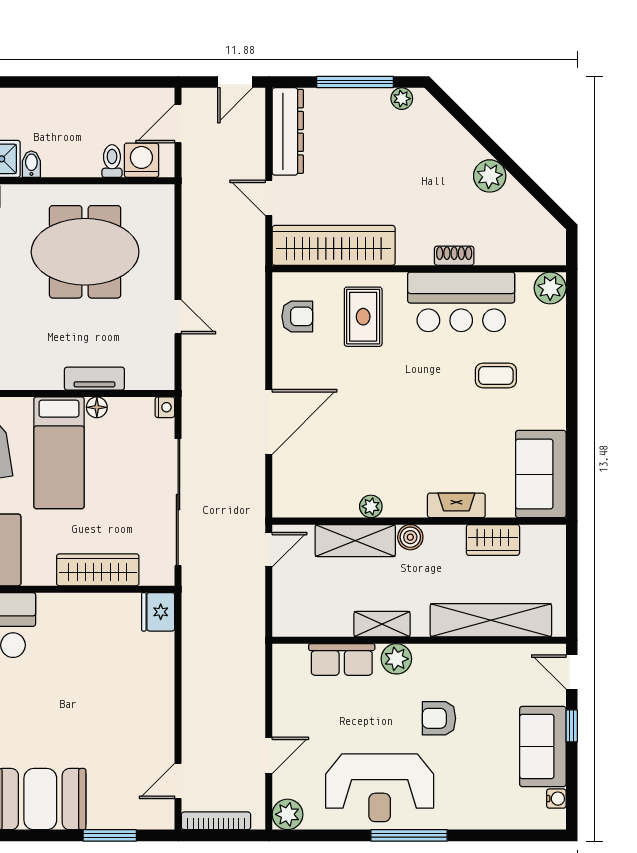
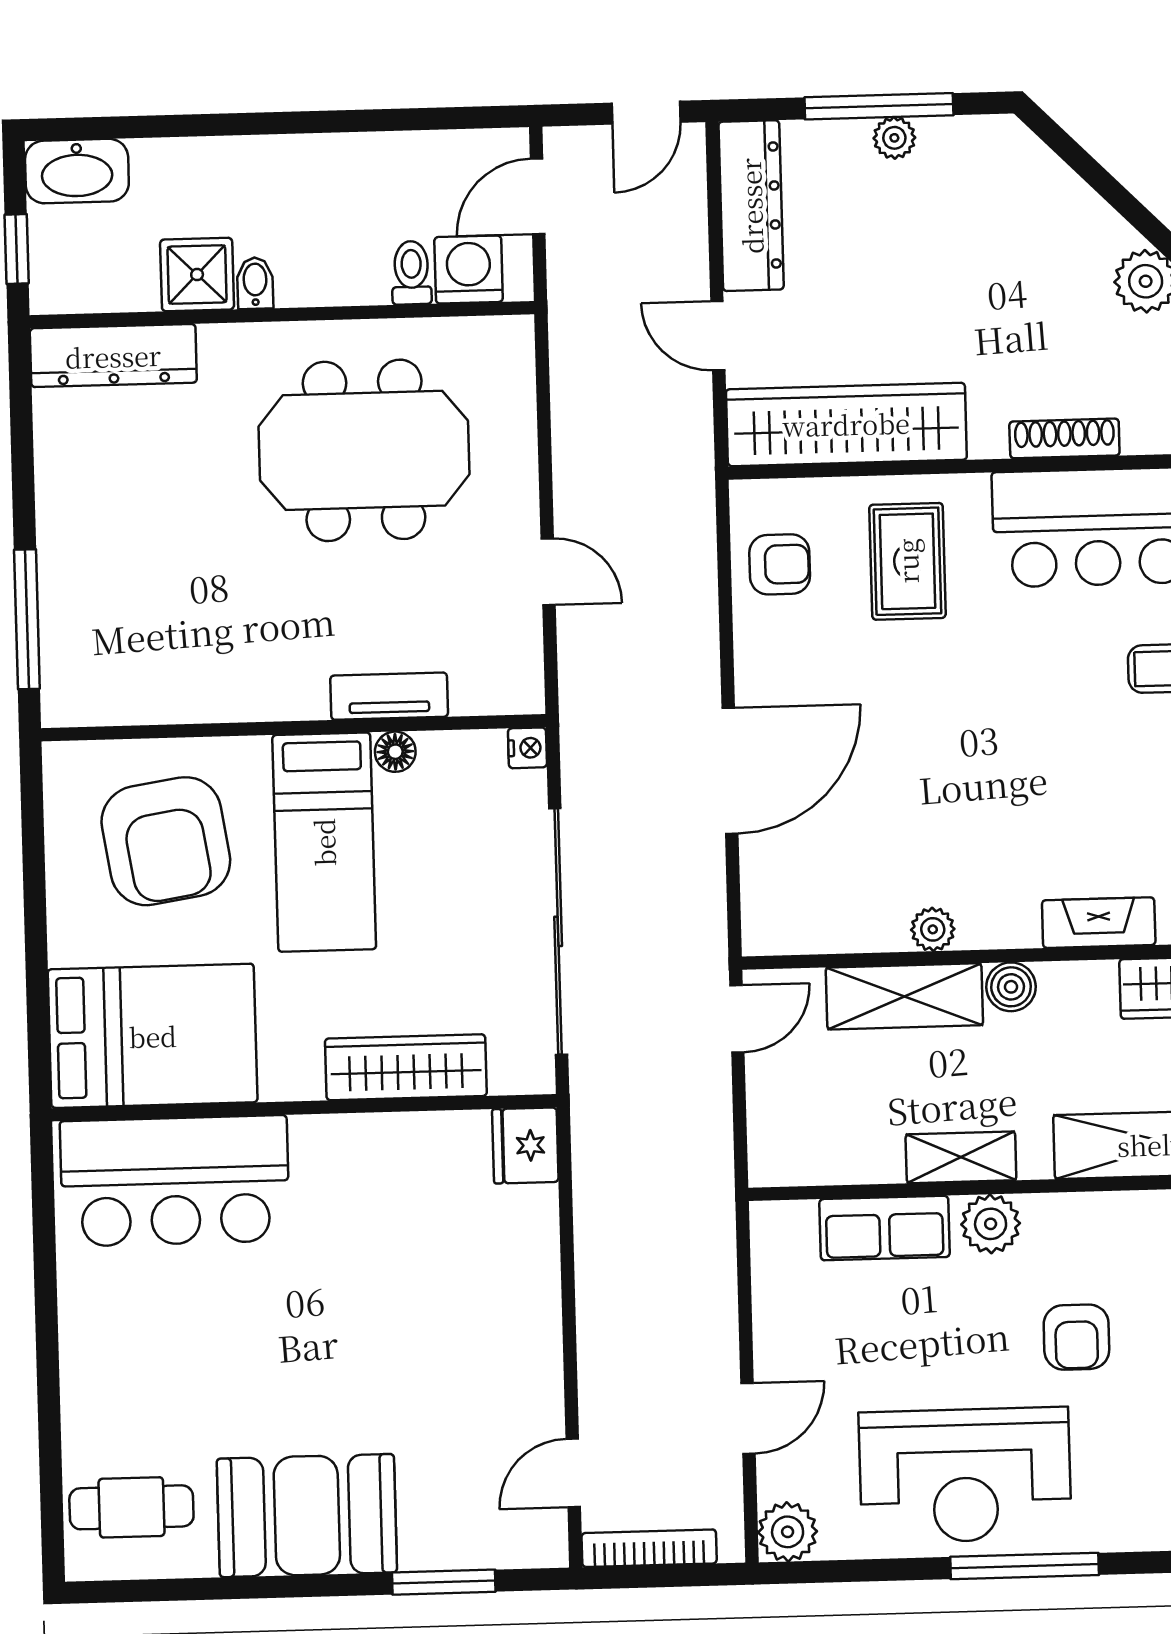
plant: (402, 99) -> (894, 138), moved
shoe rack: (454, 256) -> (1064, 438), width x1.43
armchair: (439, 718) -> (1076, 1337), turned -90

